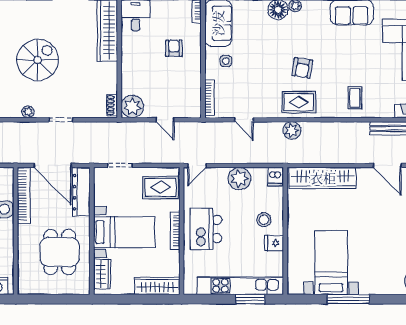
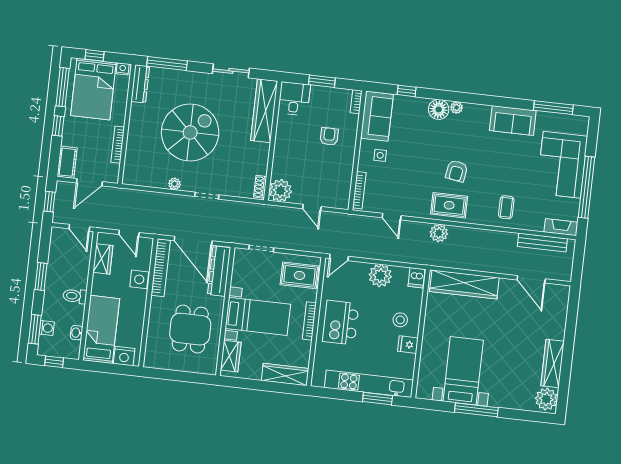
spiral stairs: (38, 60) -> (190, 132), width x1.37, depth x1.37

